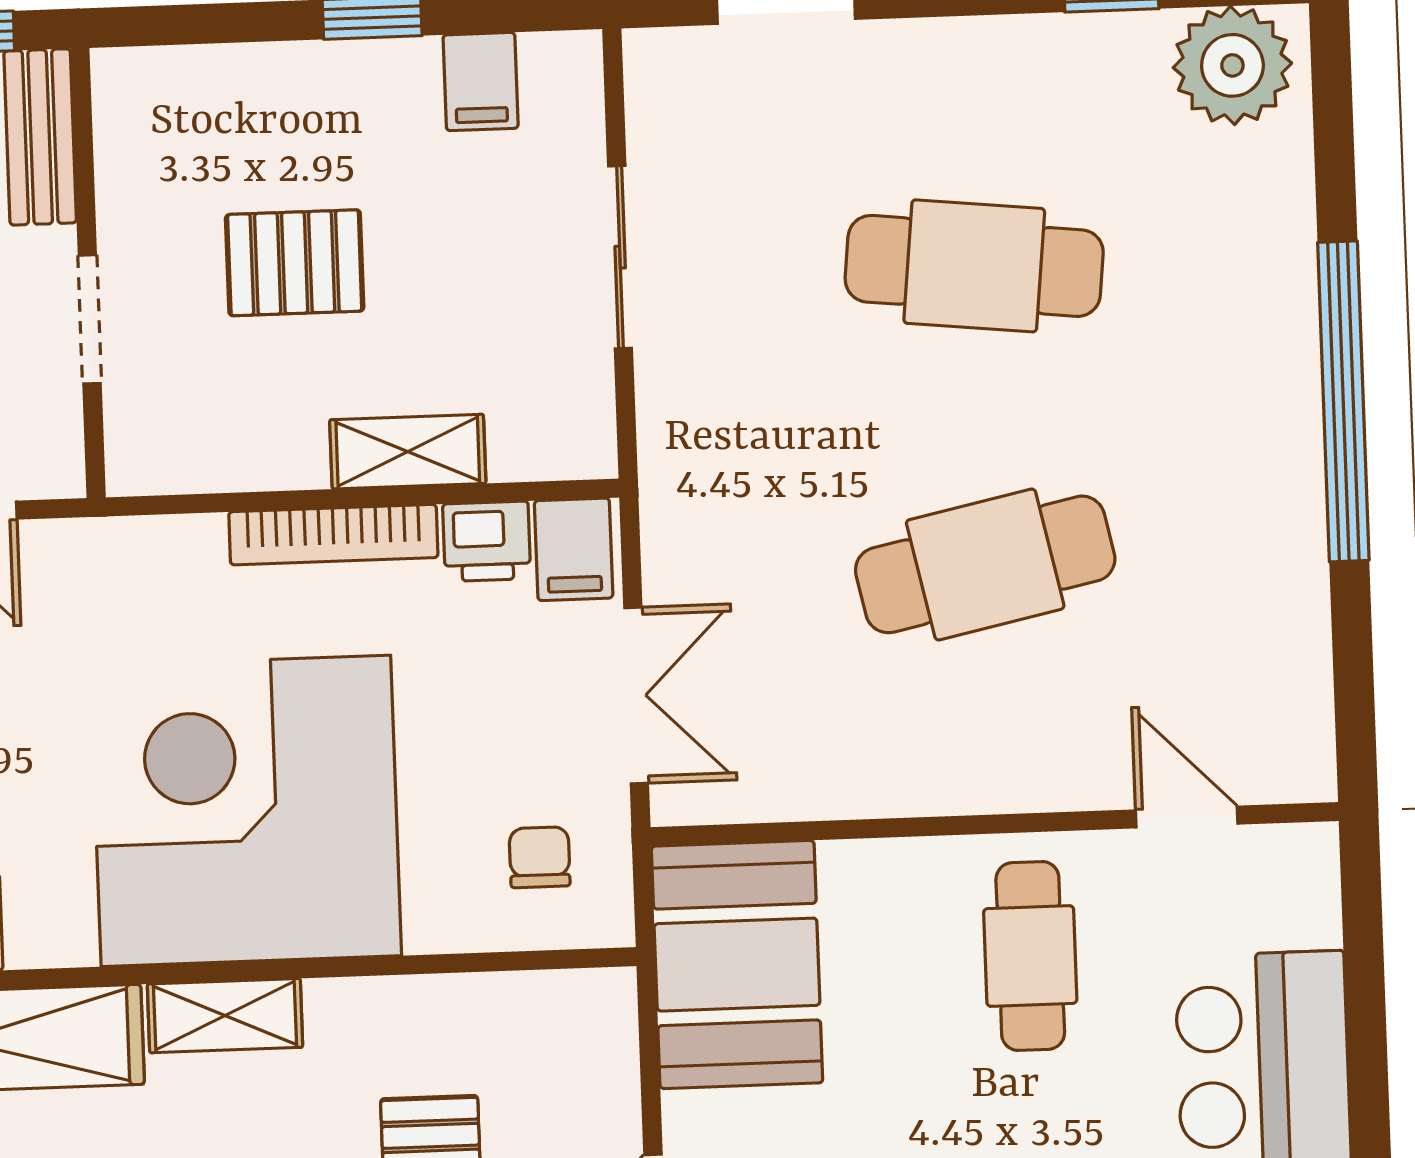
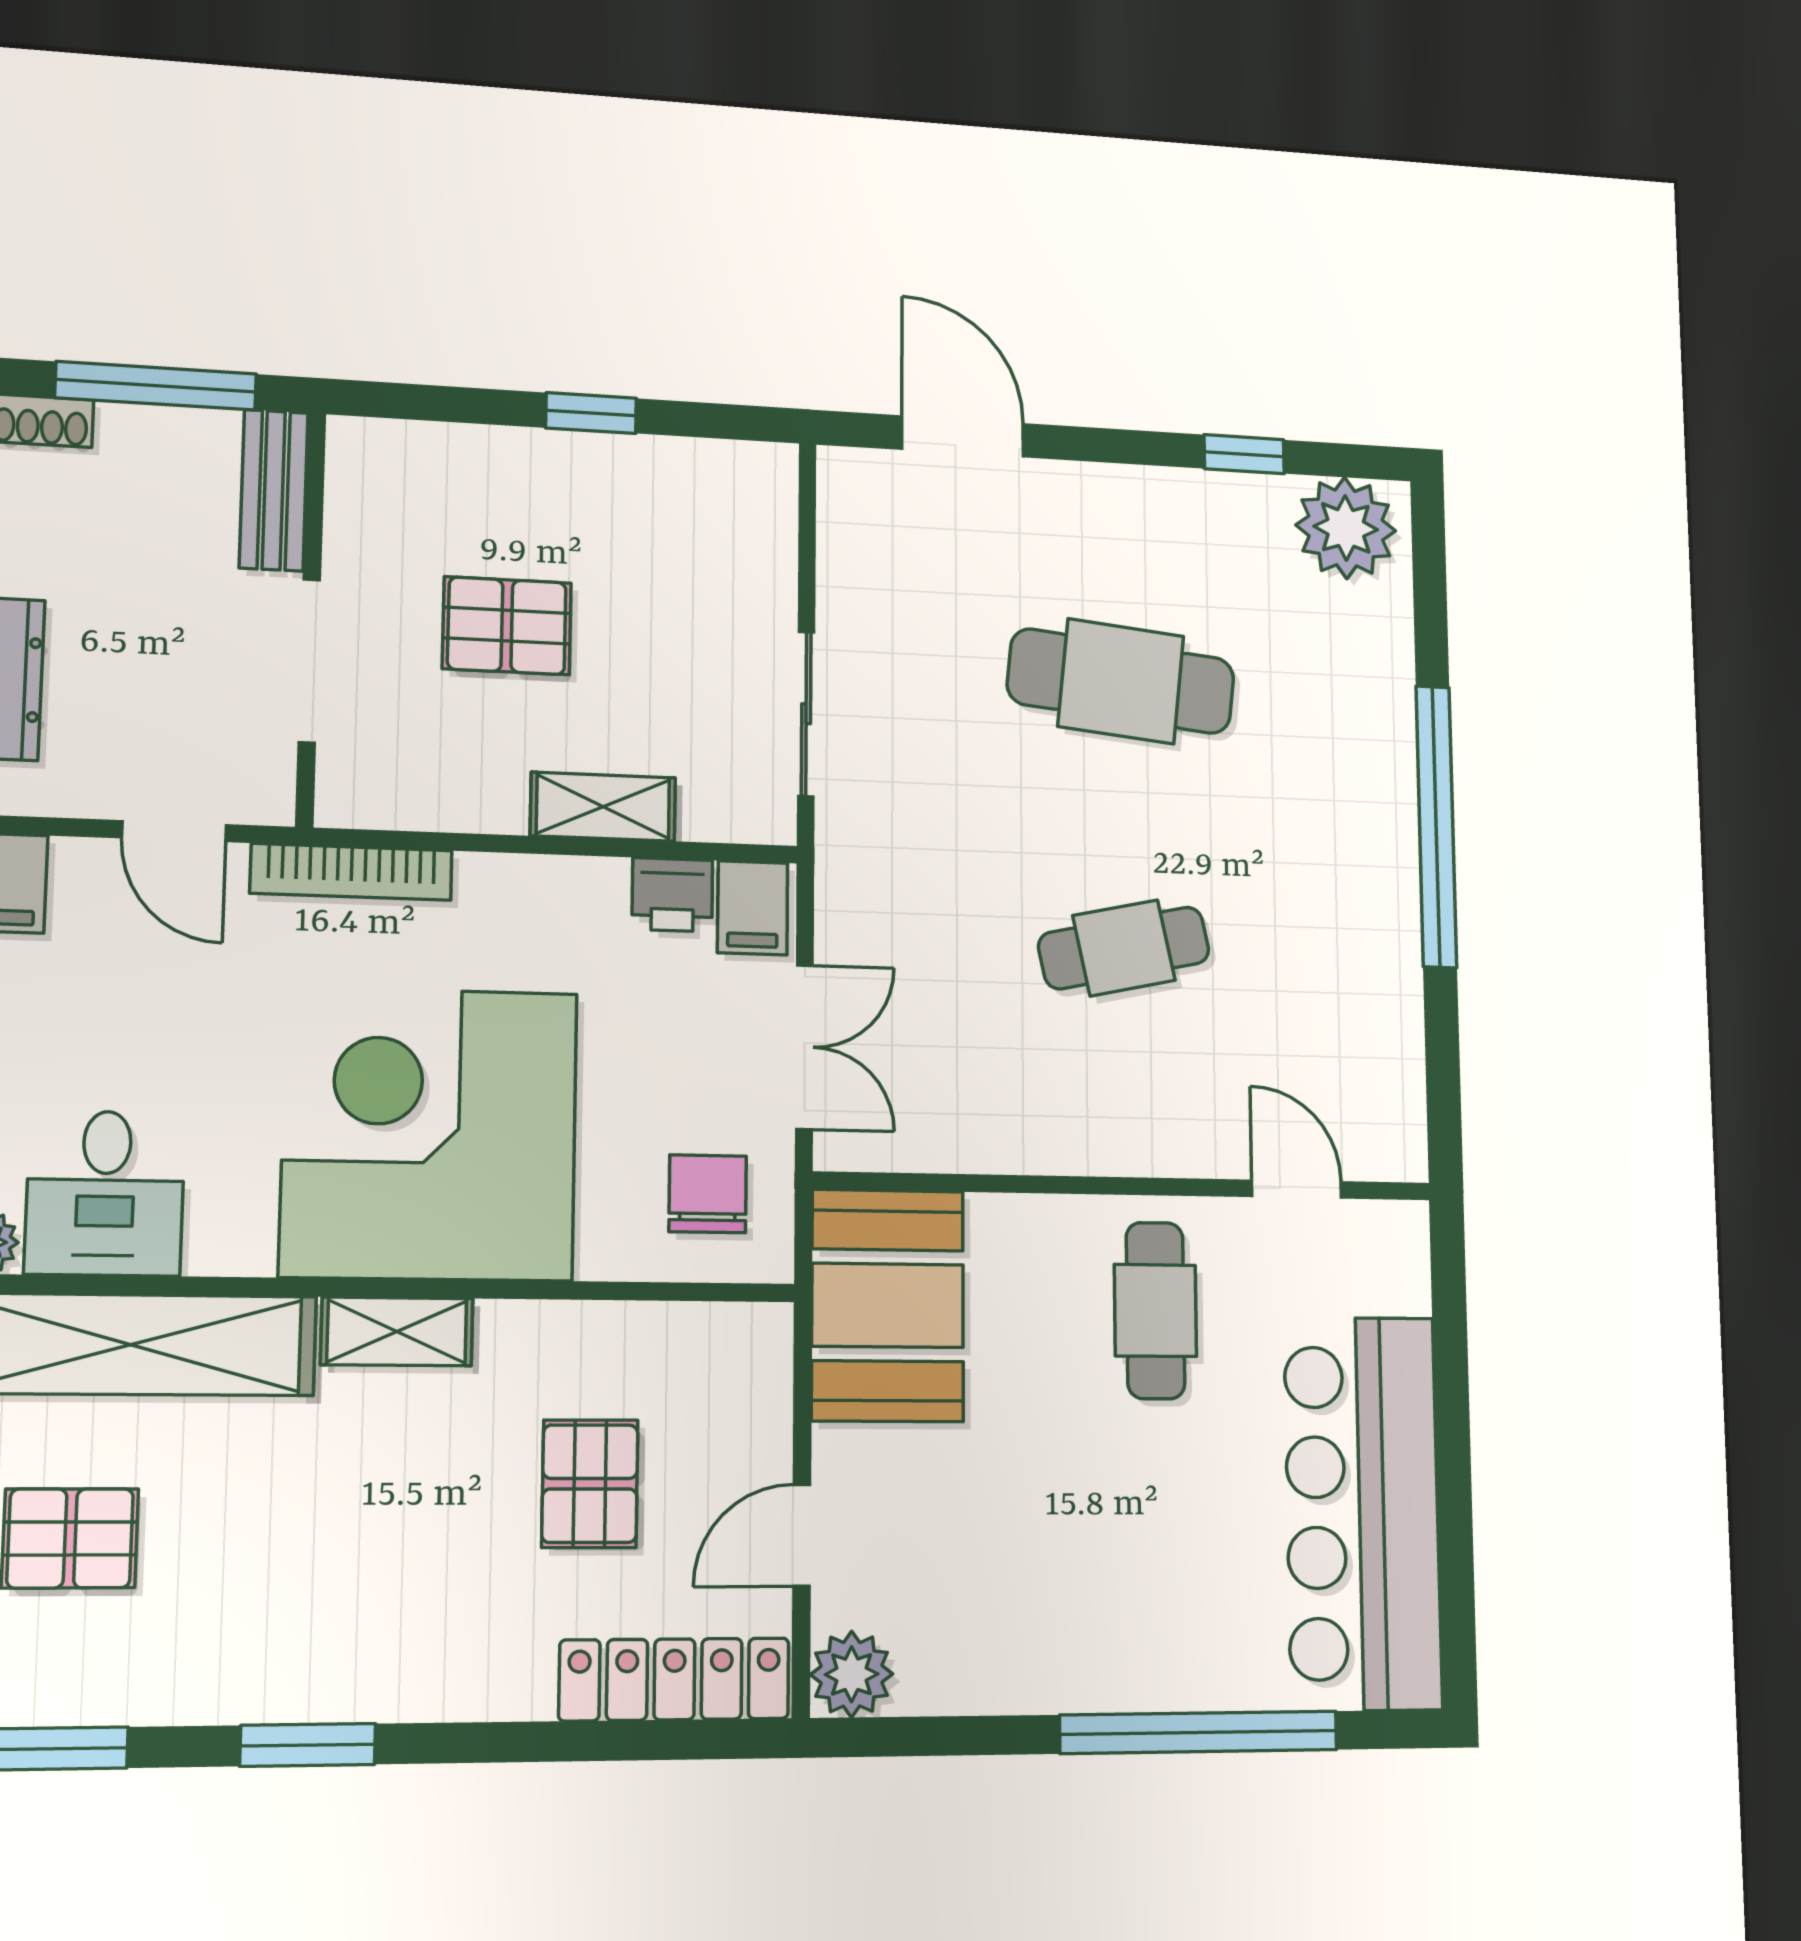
filing cabinet: (481, 82) -> (687, 479), removed
sliding door: (620, 257) -> (806, 714), moved
doorway: (90, 319) -> (309, 661), width x1.38
bookcase: (333, 535) -> (351, 872), moved
cafe table: (985, 564) -> (1124, 948), width x0.73, depth x0.74
chair: (540, 857) -> (708, 1194), width x1.37, depth x1.37

